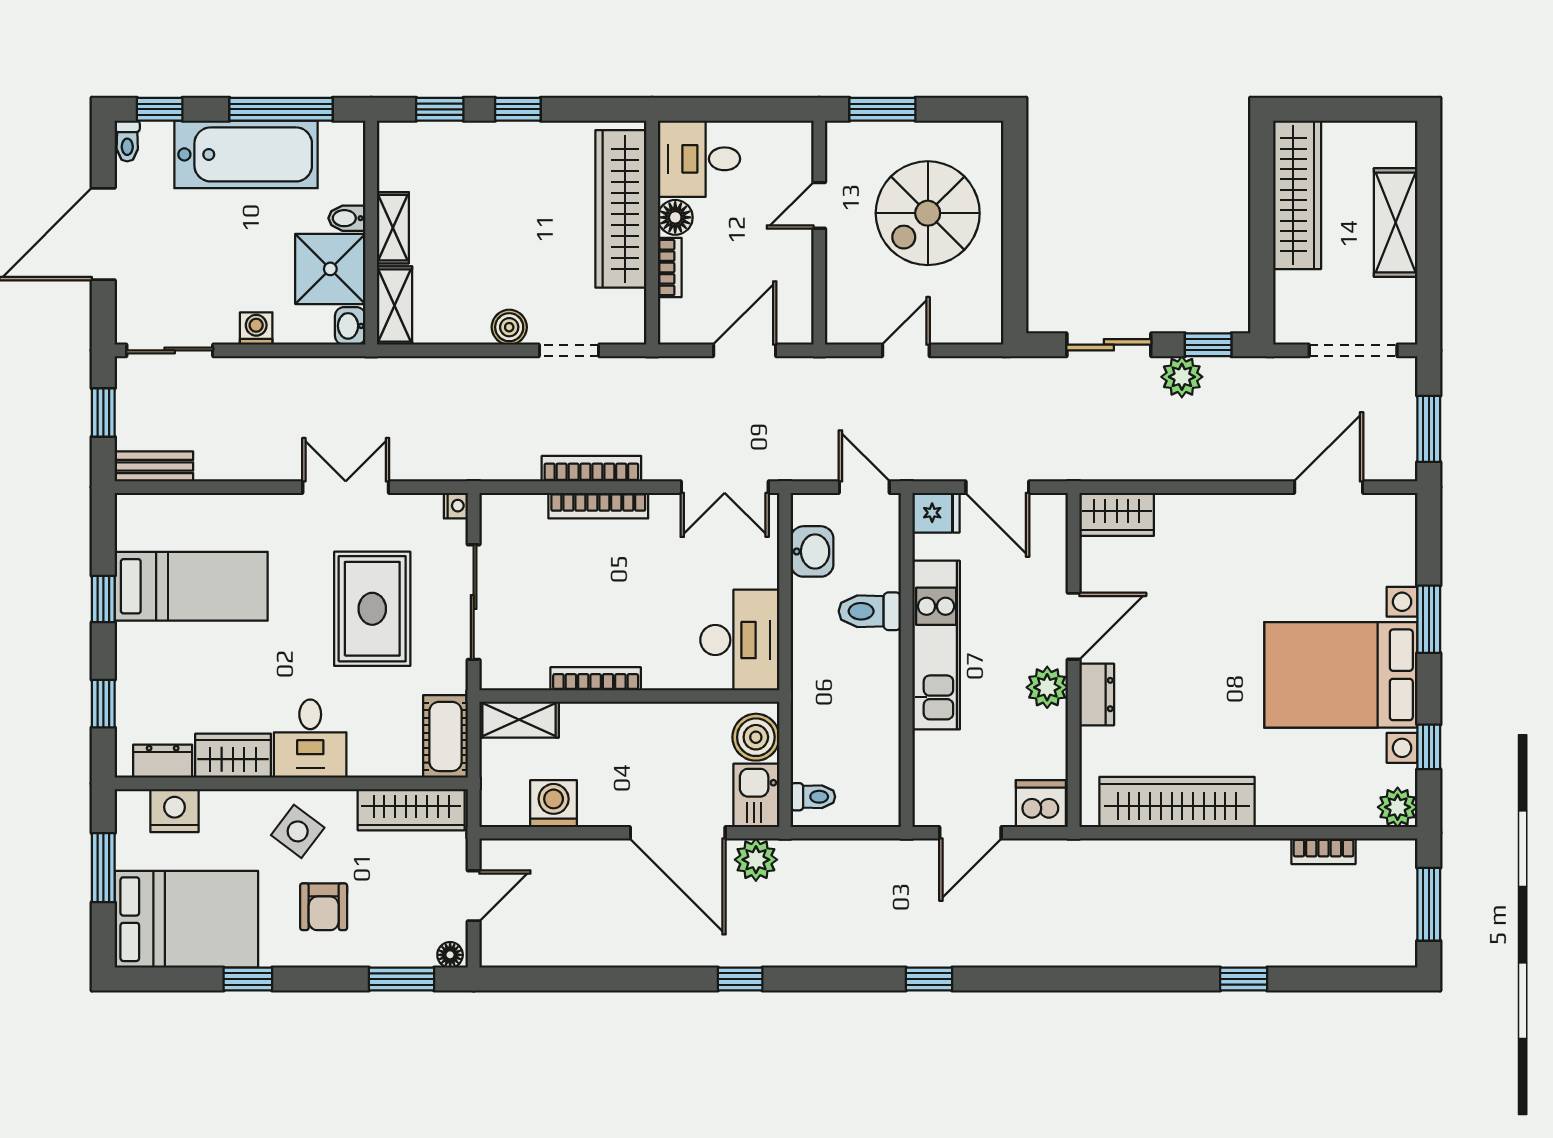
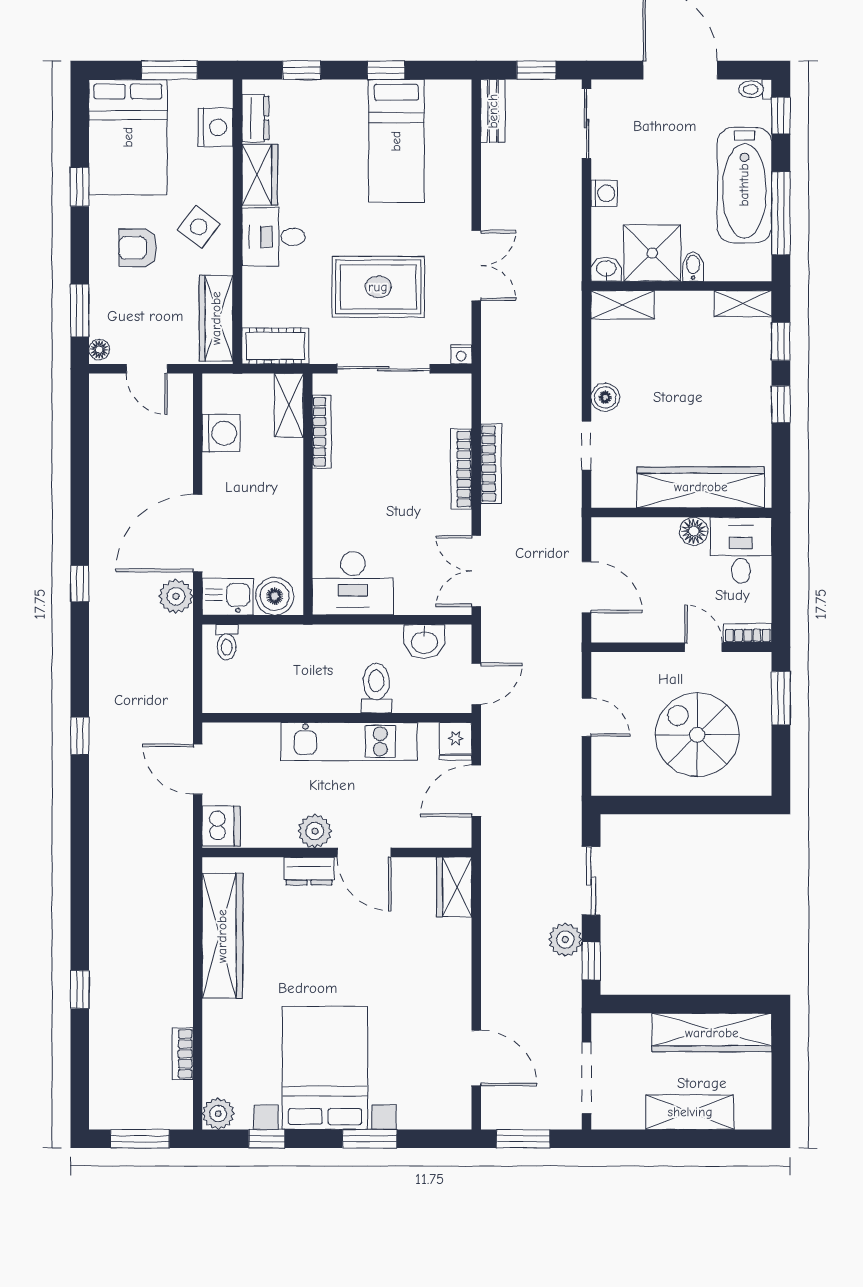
shelving: (393, 228) -> (743, 304), moved
bookcase: (670, 268) -> (748, 633), moved, turned 180
bookcase: (596, 679) -> (322, 432), moved

